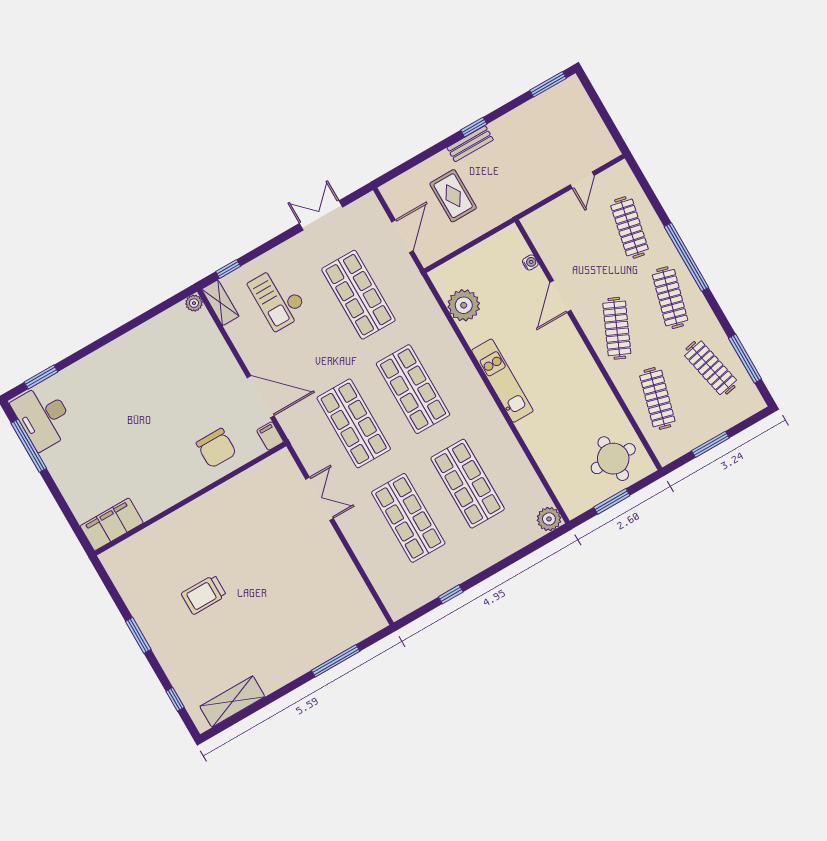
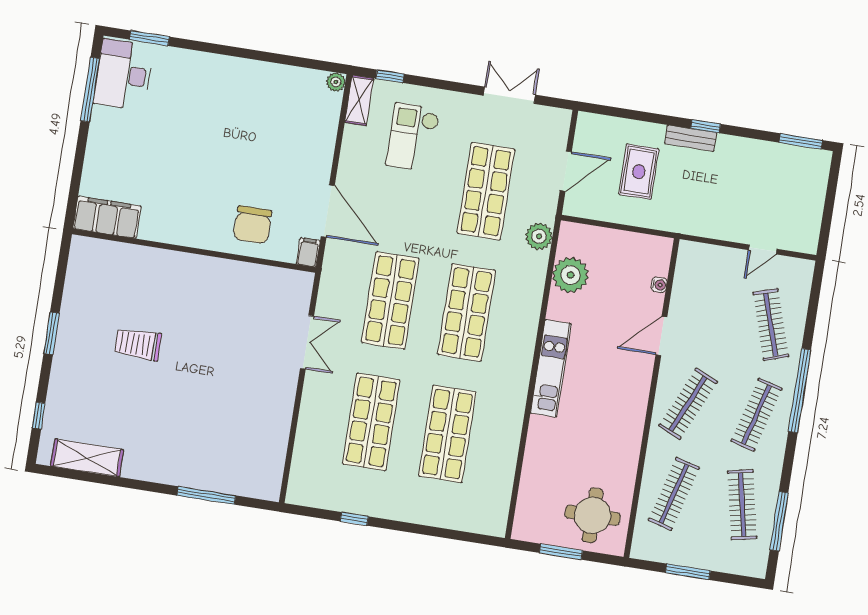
clothes rail: (630, 227) -> (771, 325), turned -30
plant: (549, 519) -> (539, 236), moved

